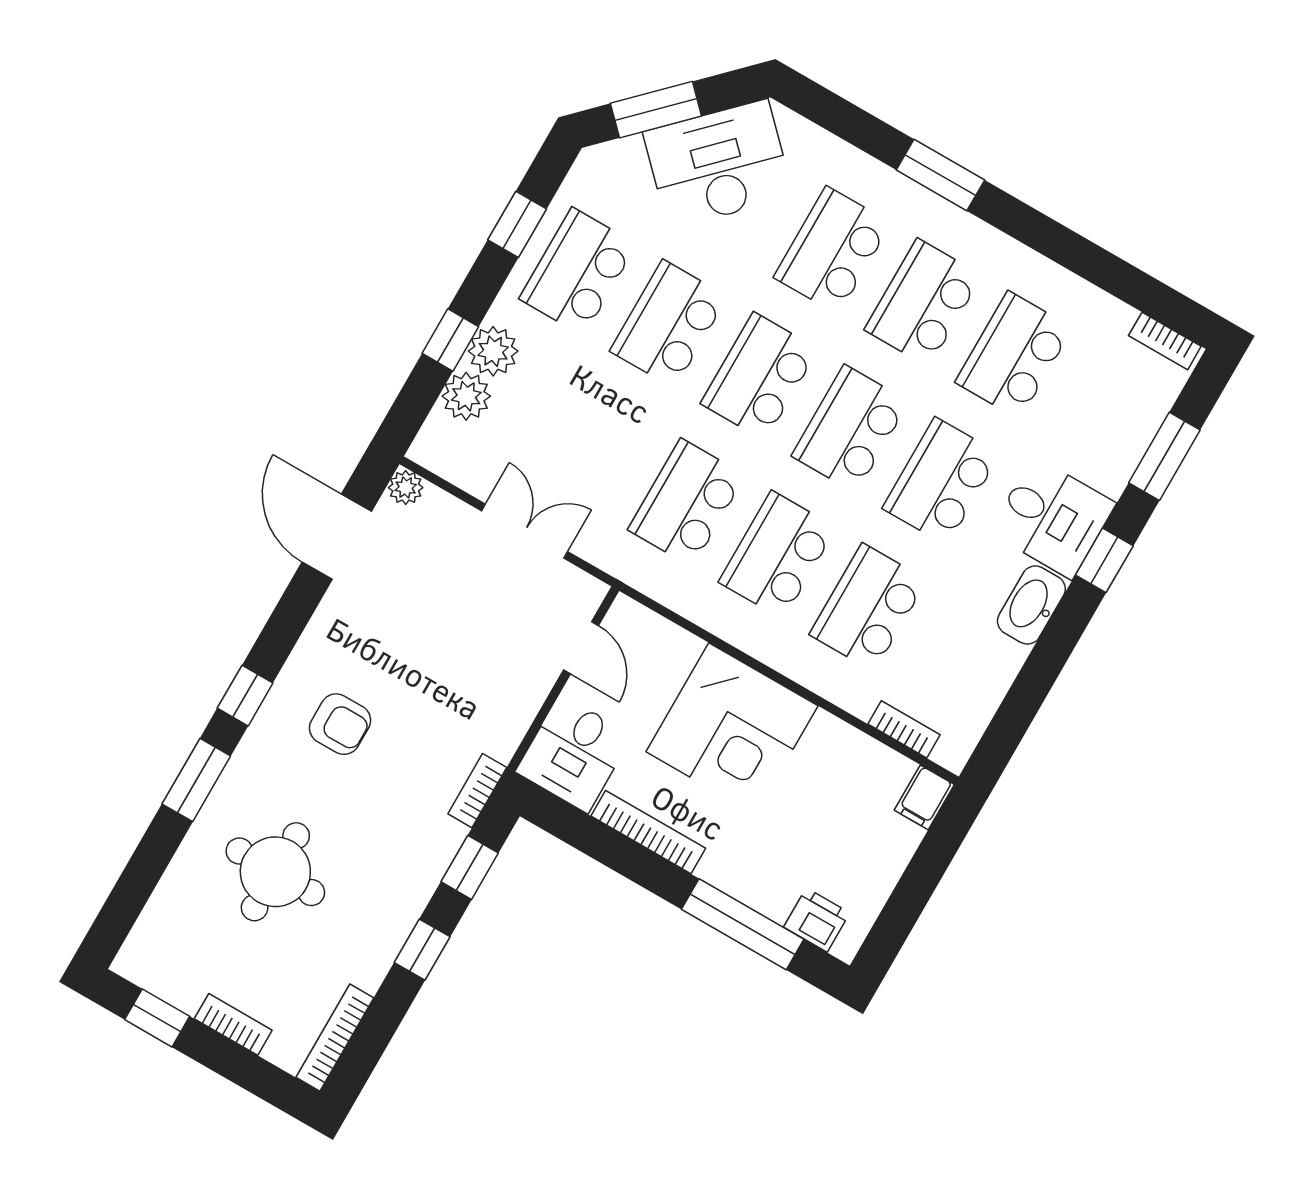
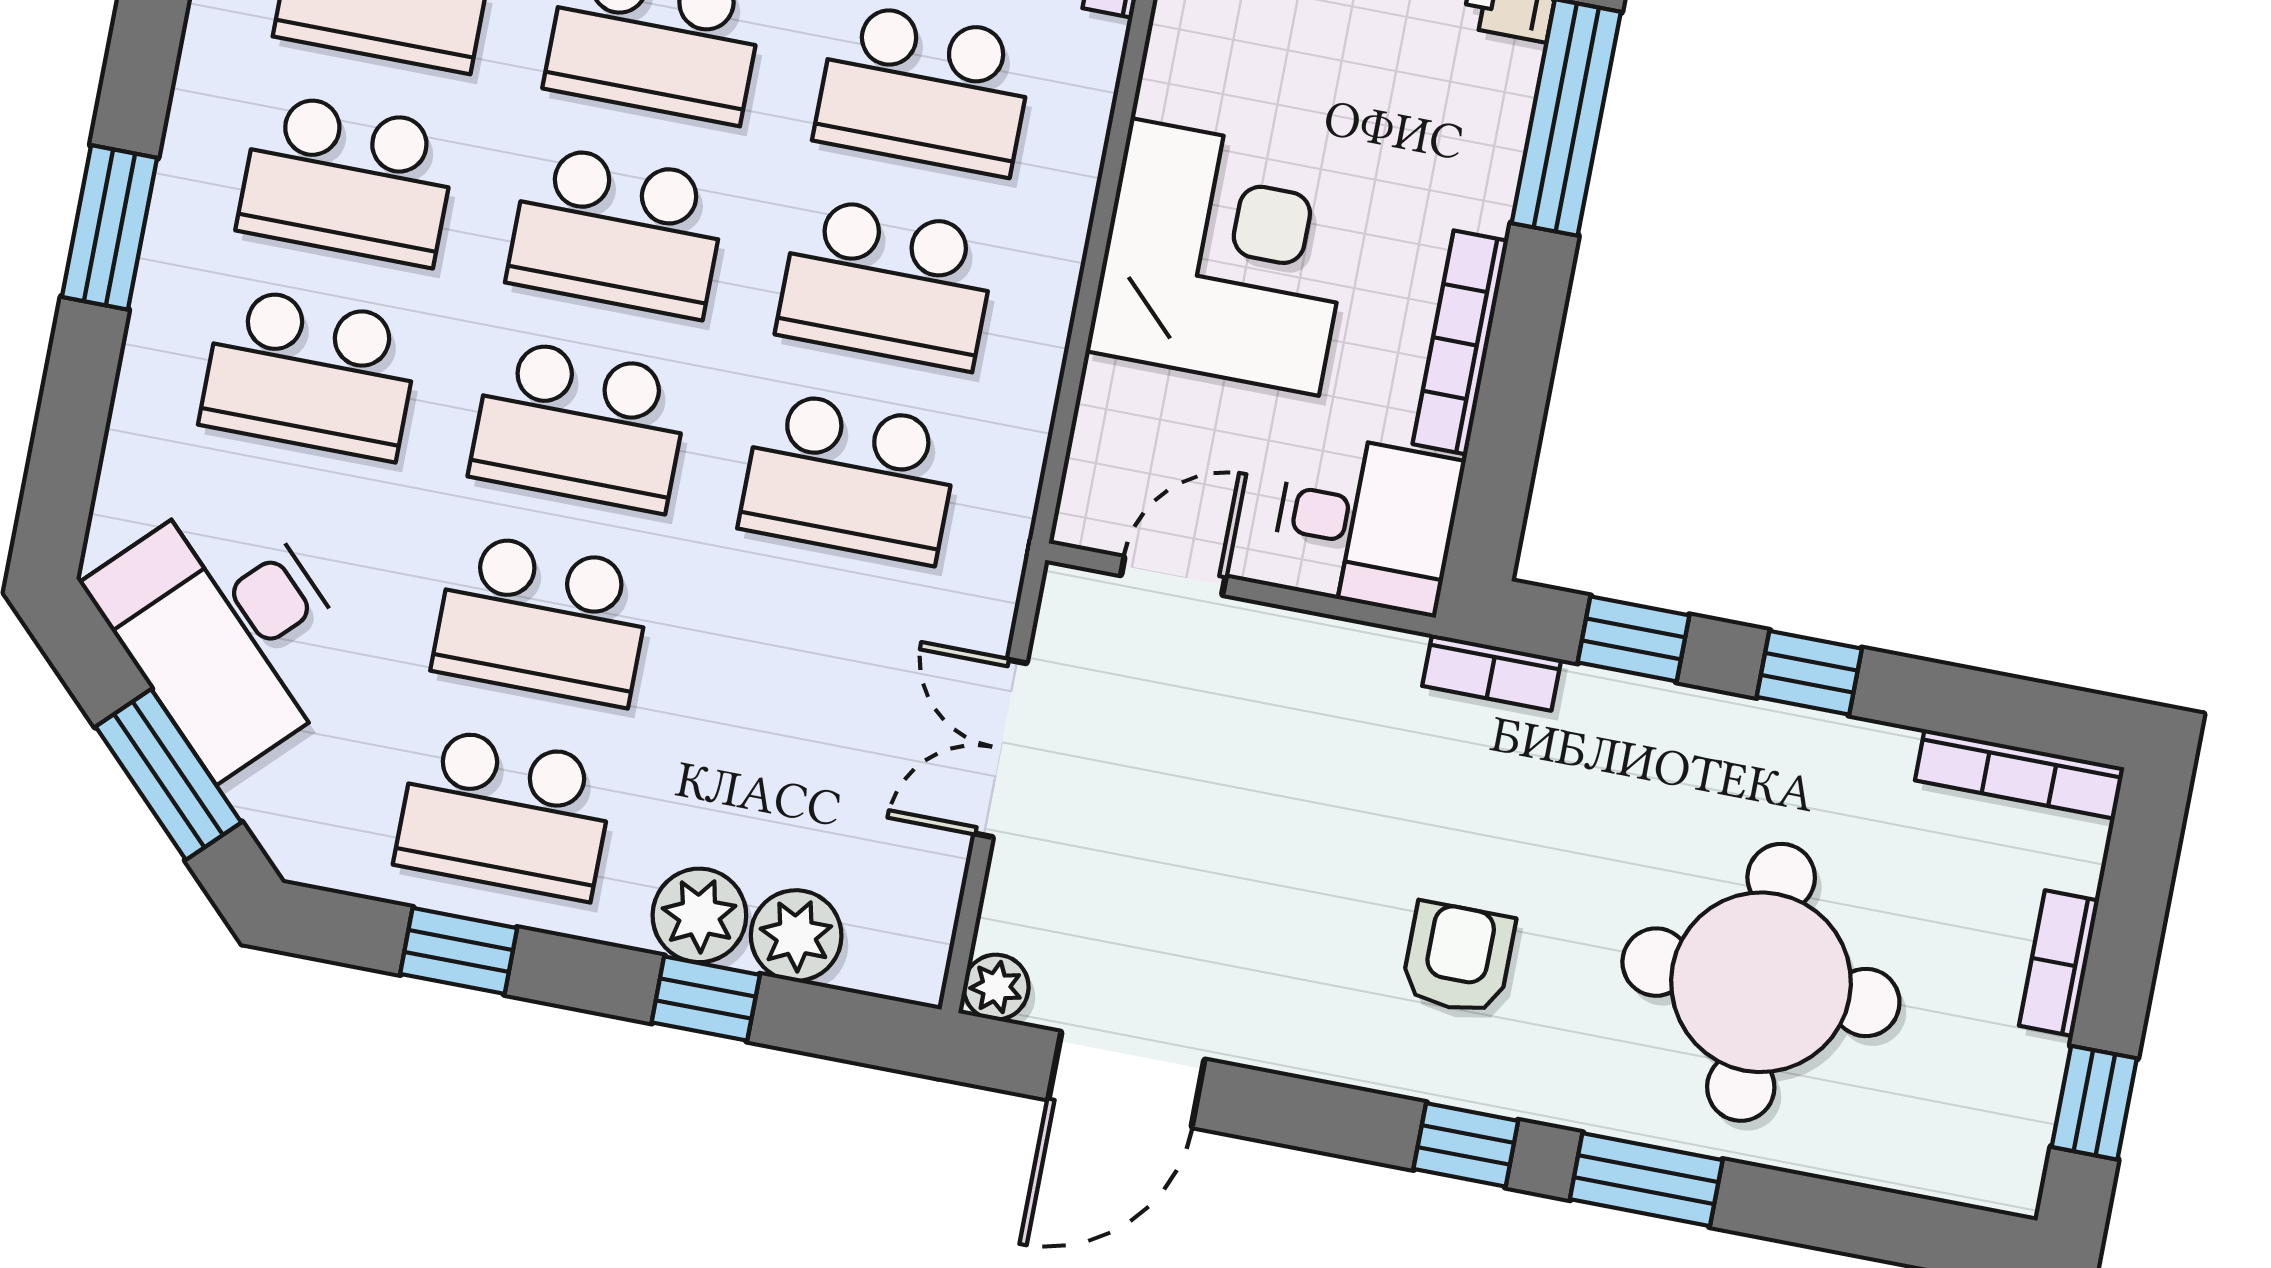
round table: (275, 872) -> (1761, 982), width x1.36, depth x1.36

